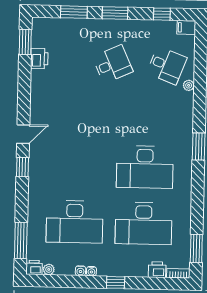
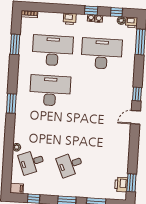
printer: (39, 59) -> (121, 185), moved
desk: (167, 65) -> (32, 162), turned -42
window: (196, 249) -> (15, 44), moved
printer: (157, 270) -> (70, 19), moved
window: (56, 281) -> (117, 12), added
window: (116, 282) -> (91, 10), moved

